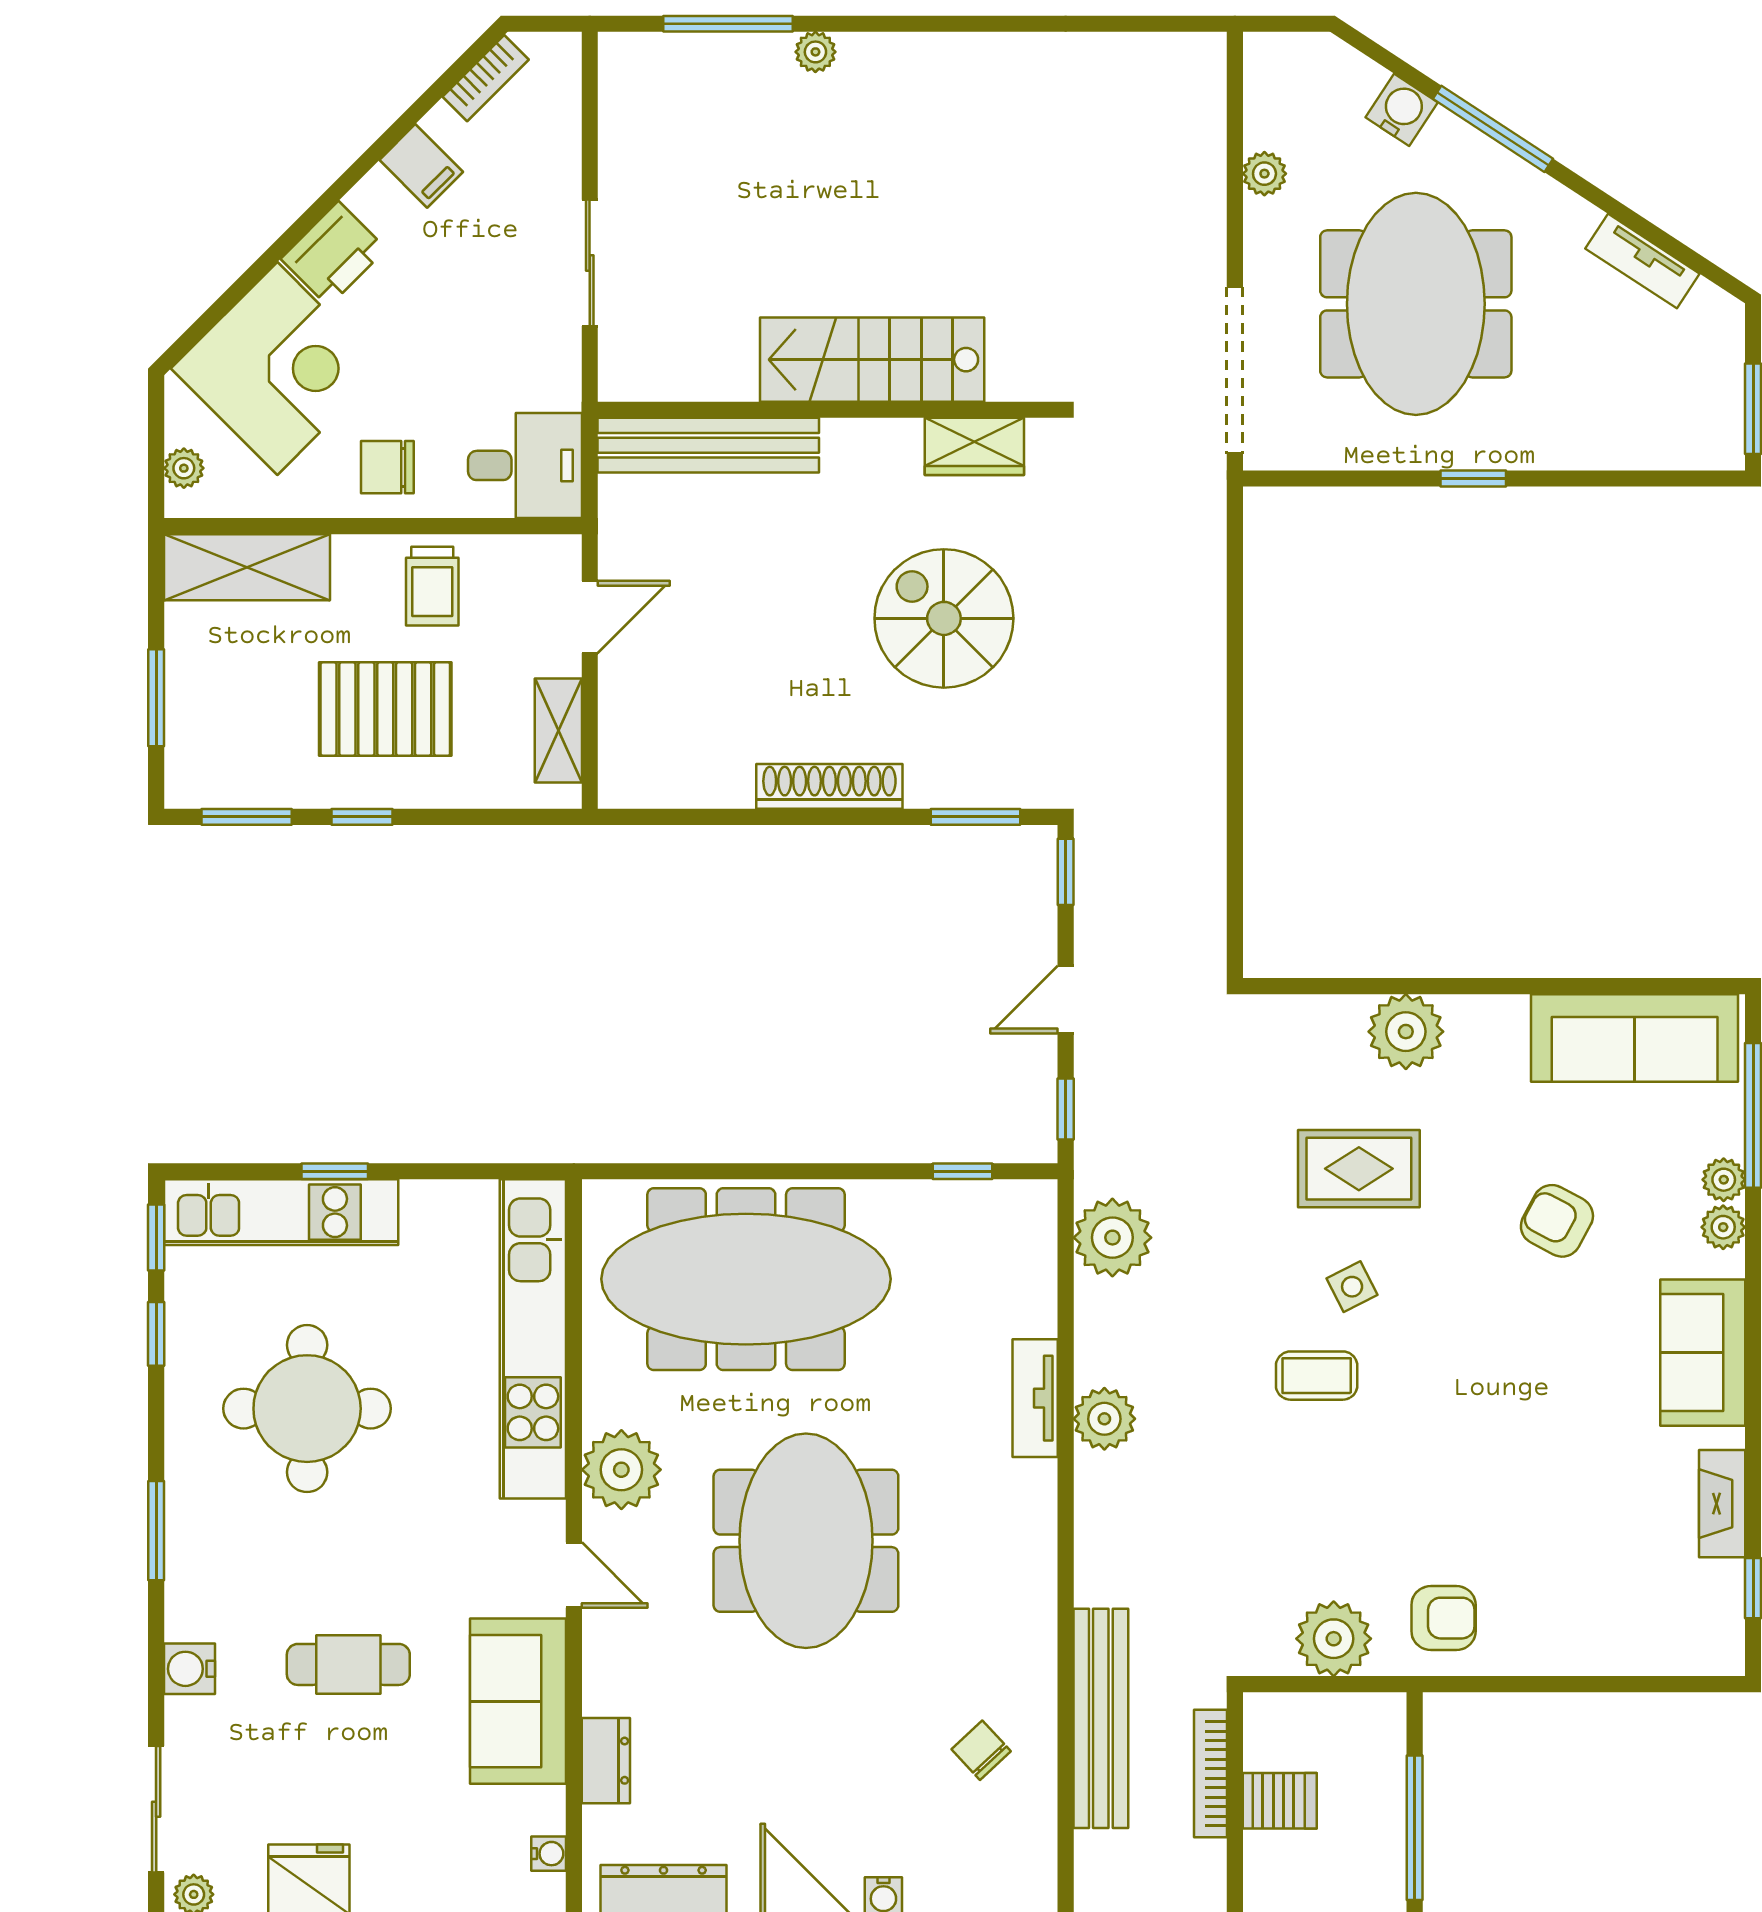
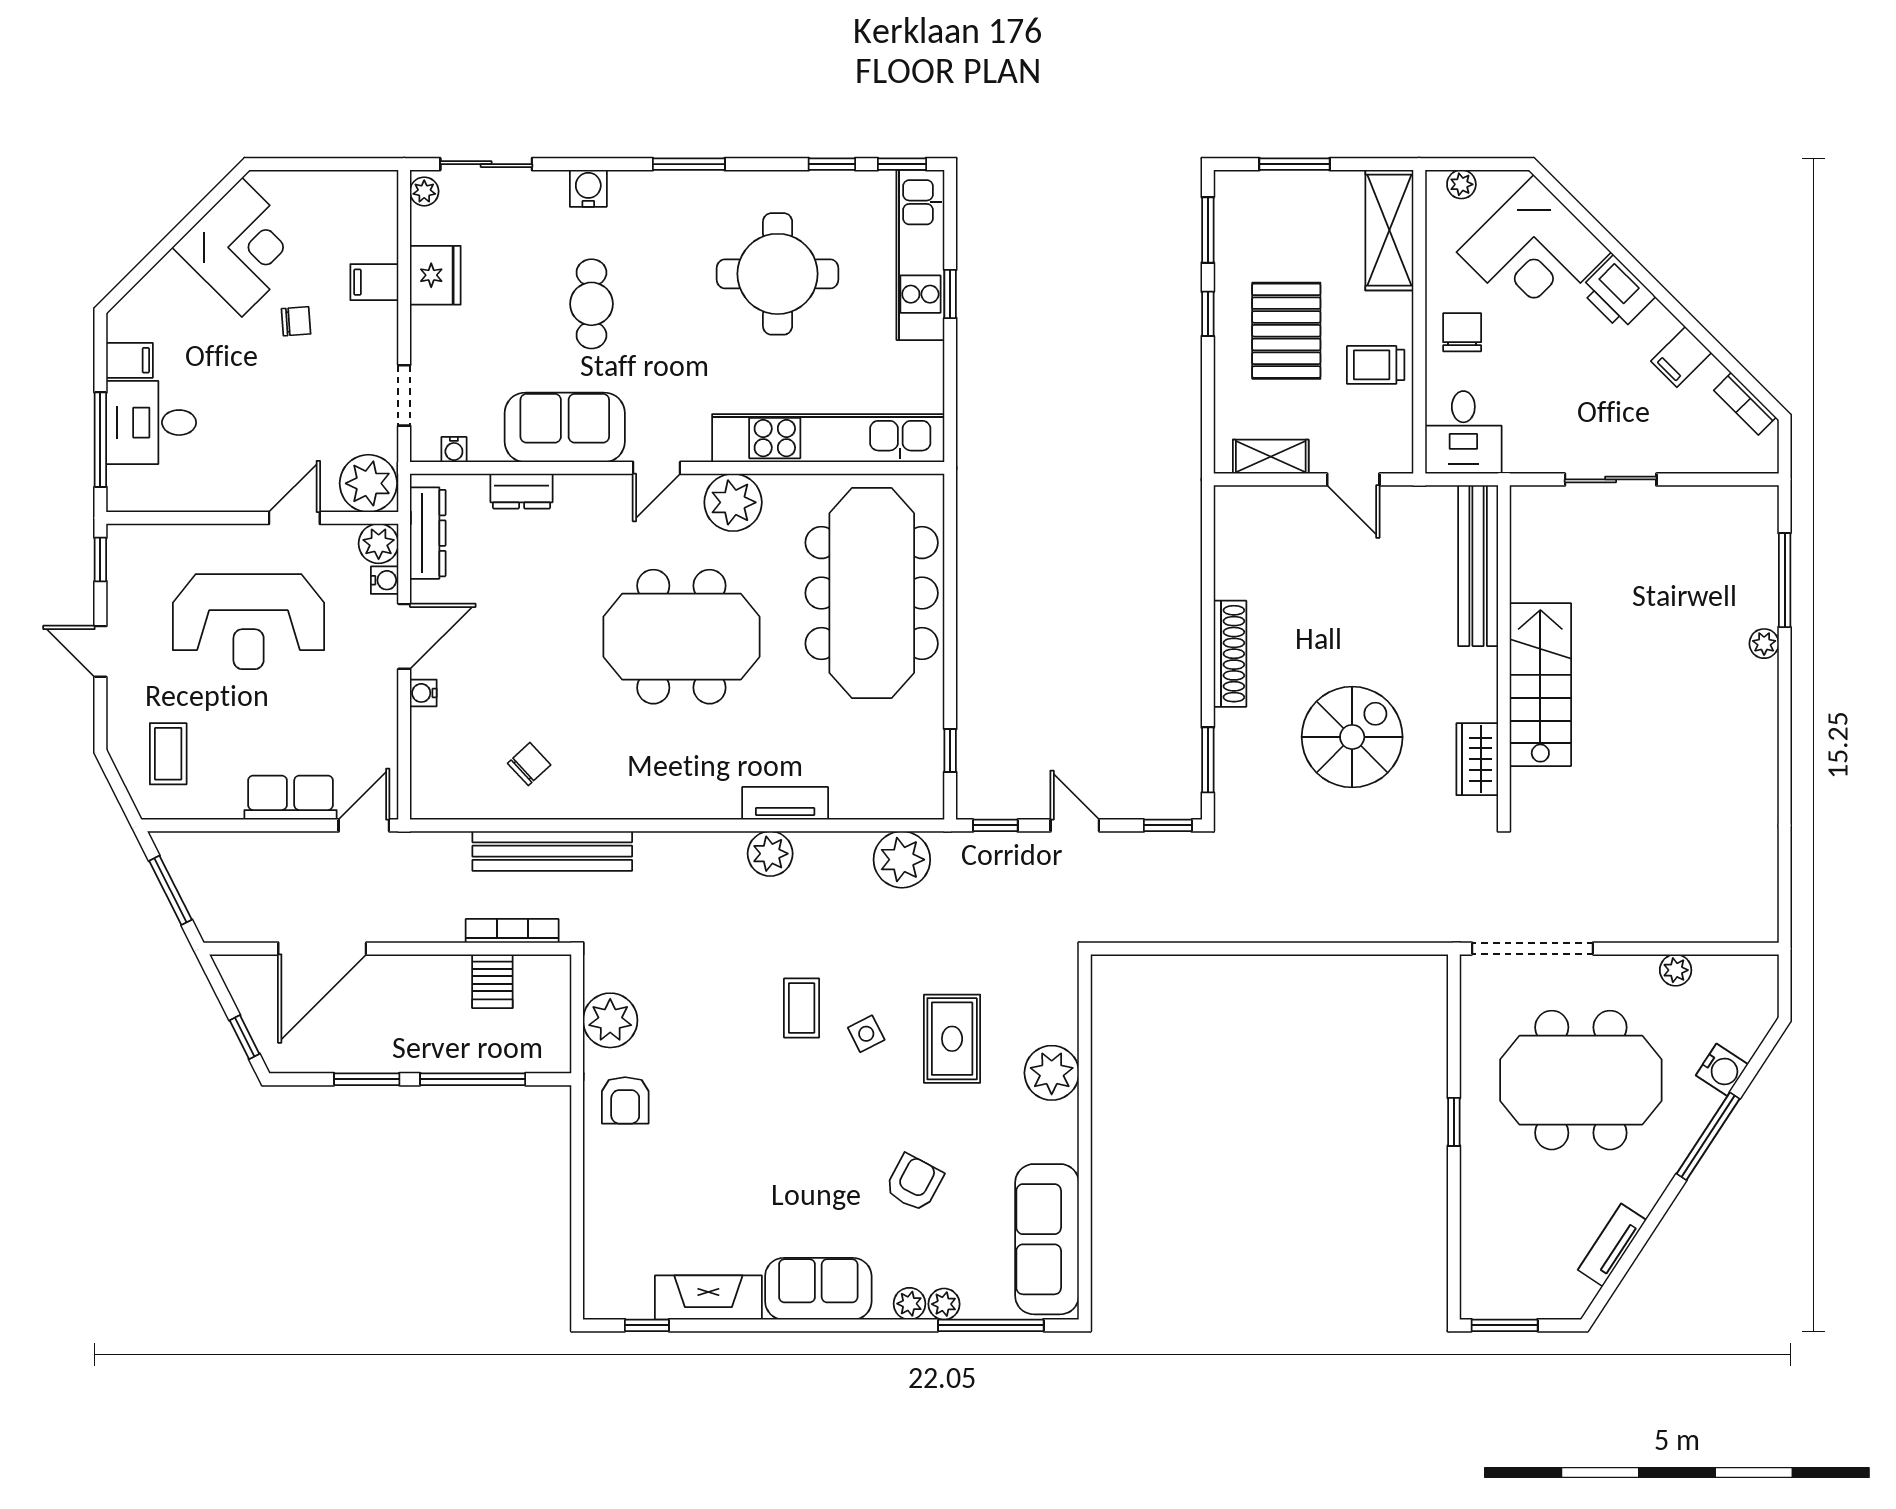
fireplace: (1722, 1504) -> (708, 1298), width x1.37, depth x1.32

